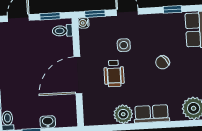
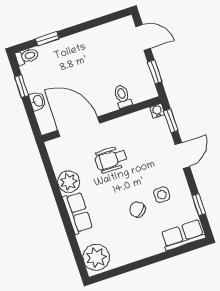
toilet: (62, 31) -> (122, 96), moved
side table: (124, 45) -> (162, 195), moved
door: (78, 75) -> (79, 127), moved

